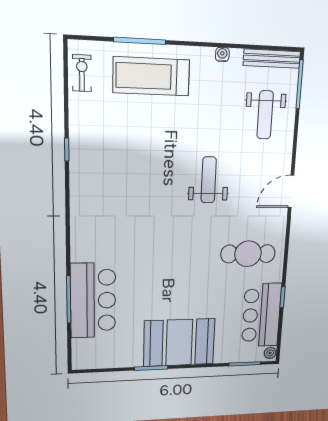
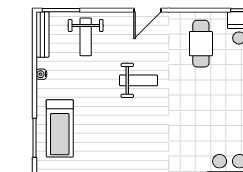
weight bench: (265, 115) -> (86, 37), turned 90
weight bench: (209, 180) -> (139, 80), turned 180
door: (291, 192) -> (147, 10), hinge flipped

